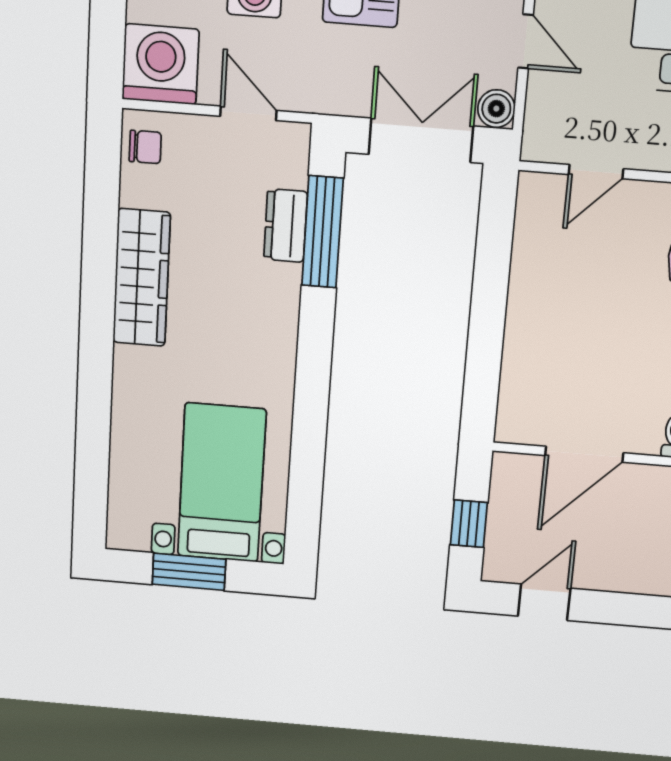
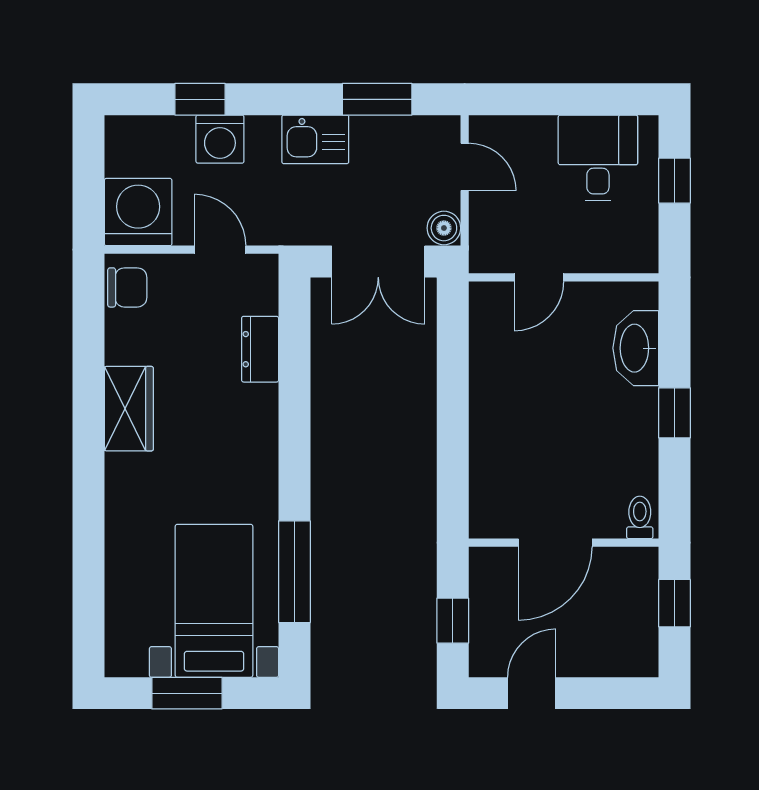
double door: (421, 140) -> (378, 262), swing flipped
chair: (145, 147) -> (127, 287), width x1.37, depth x1.37
window: (322, 232) -> (294, 572), moved
wardrobe: (142, 278) -> (129, 409), width x0.67

